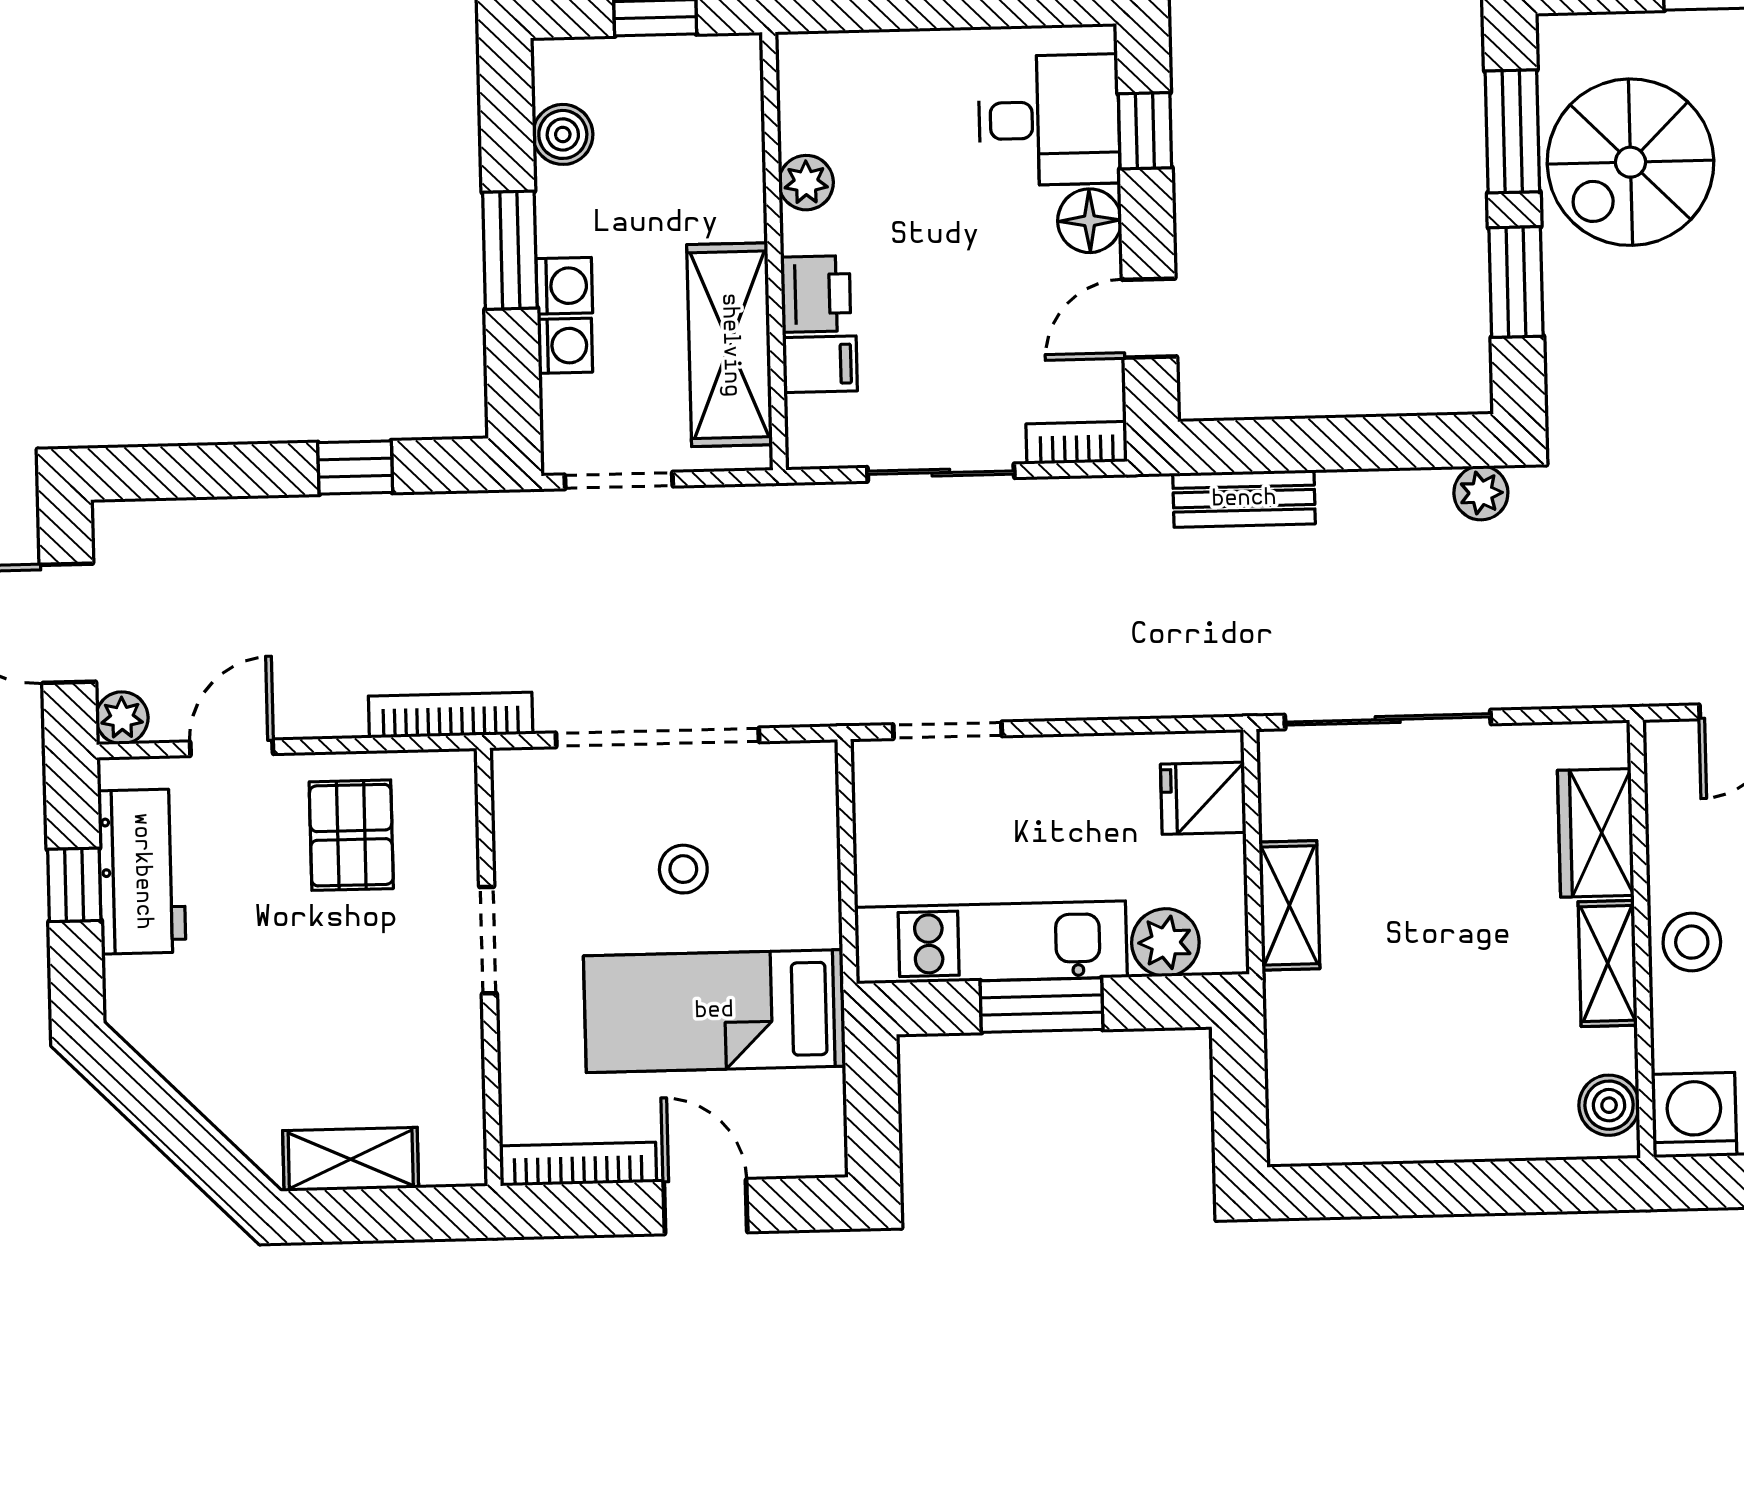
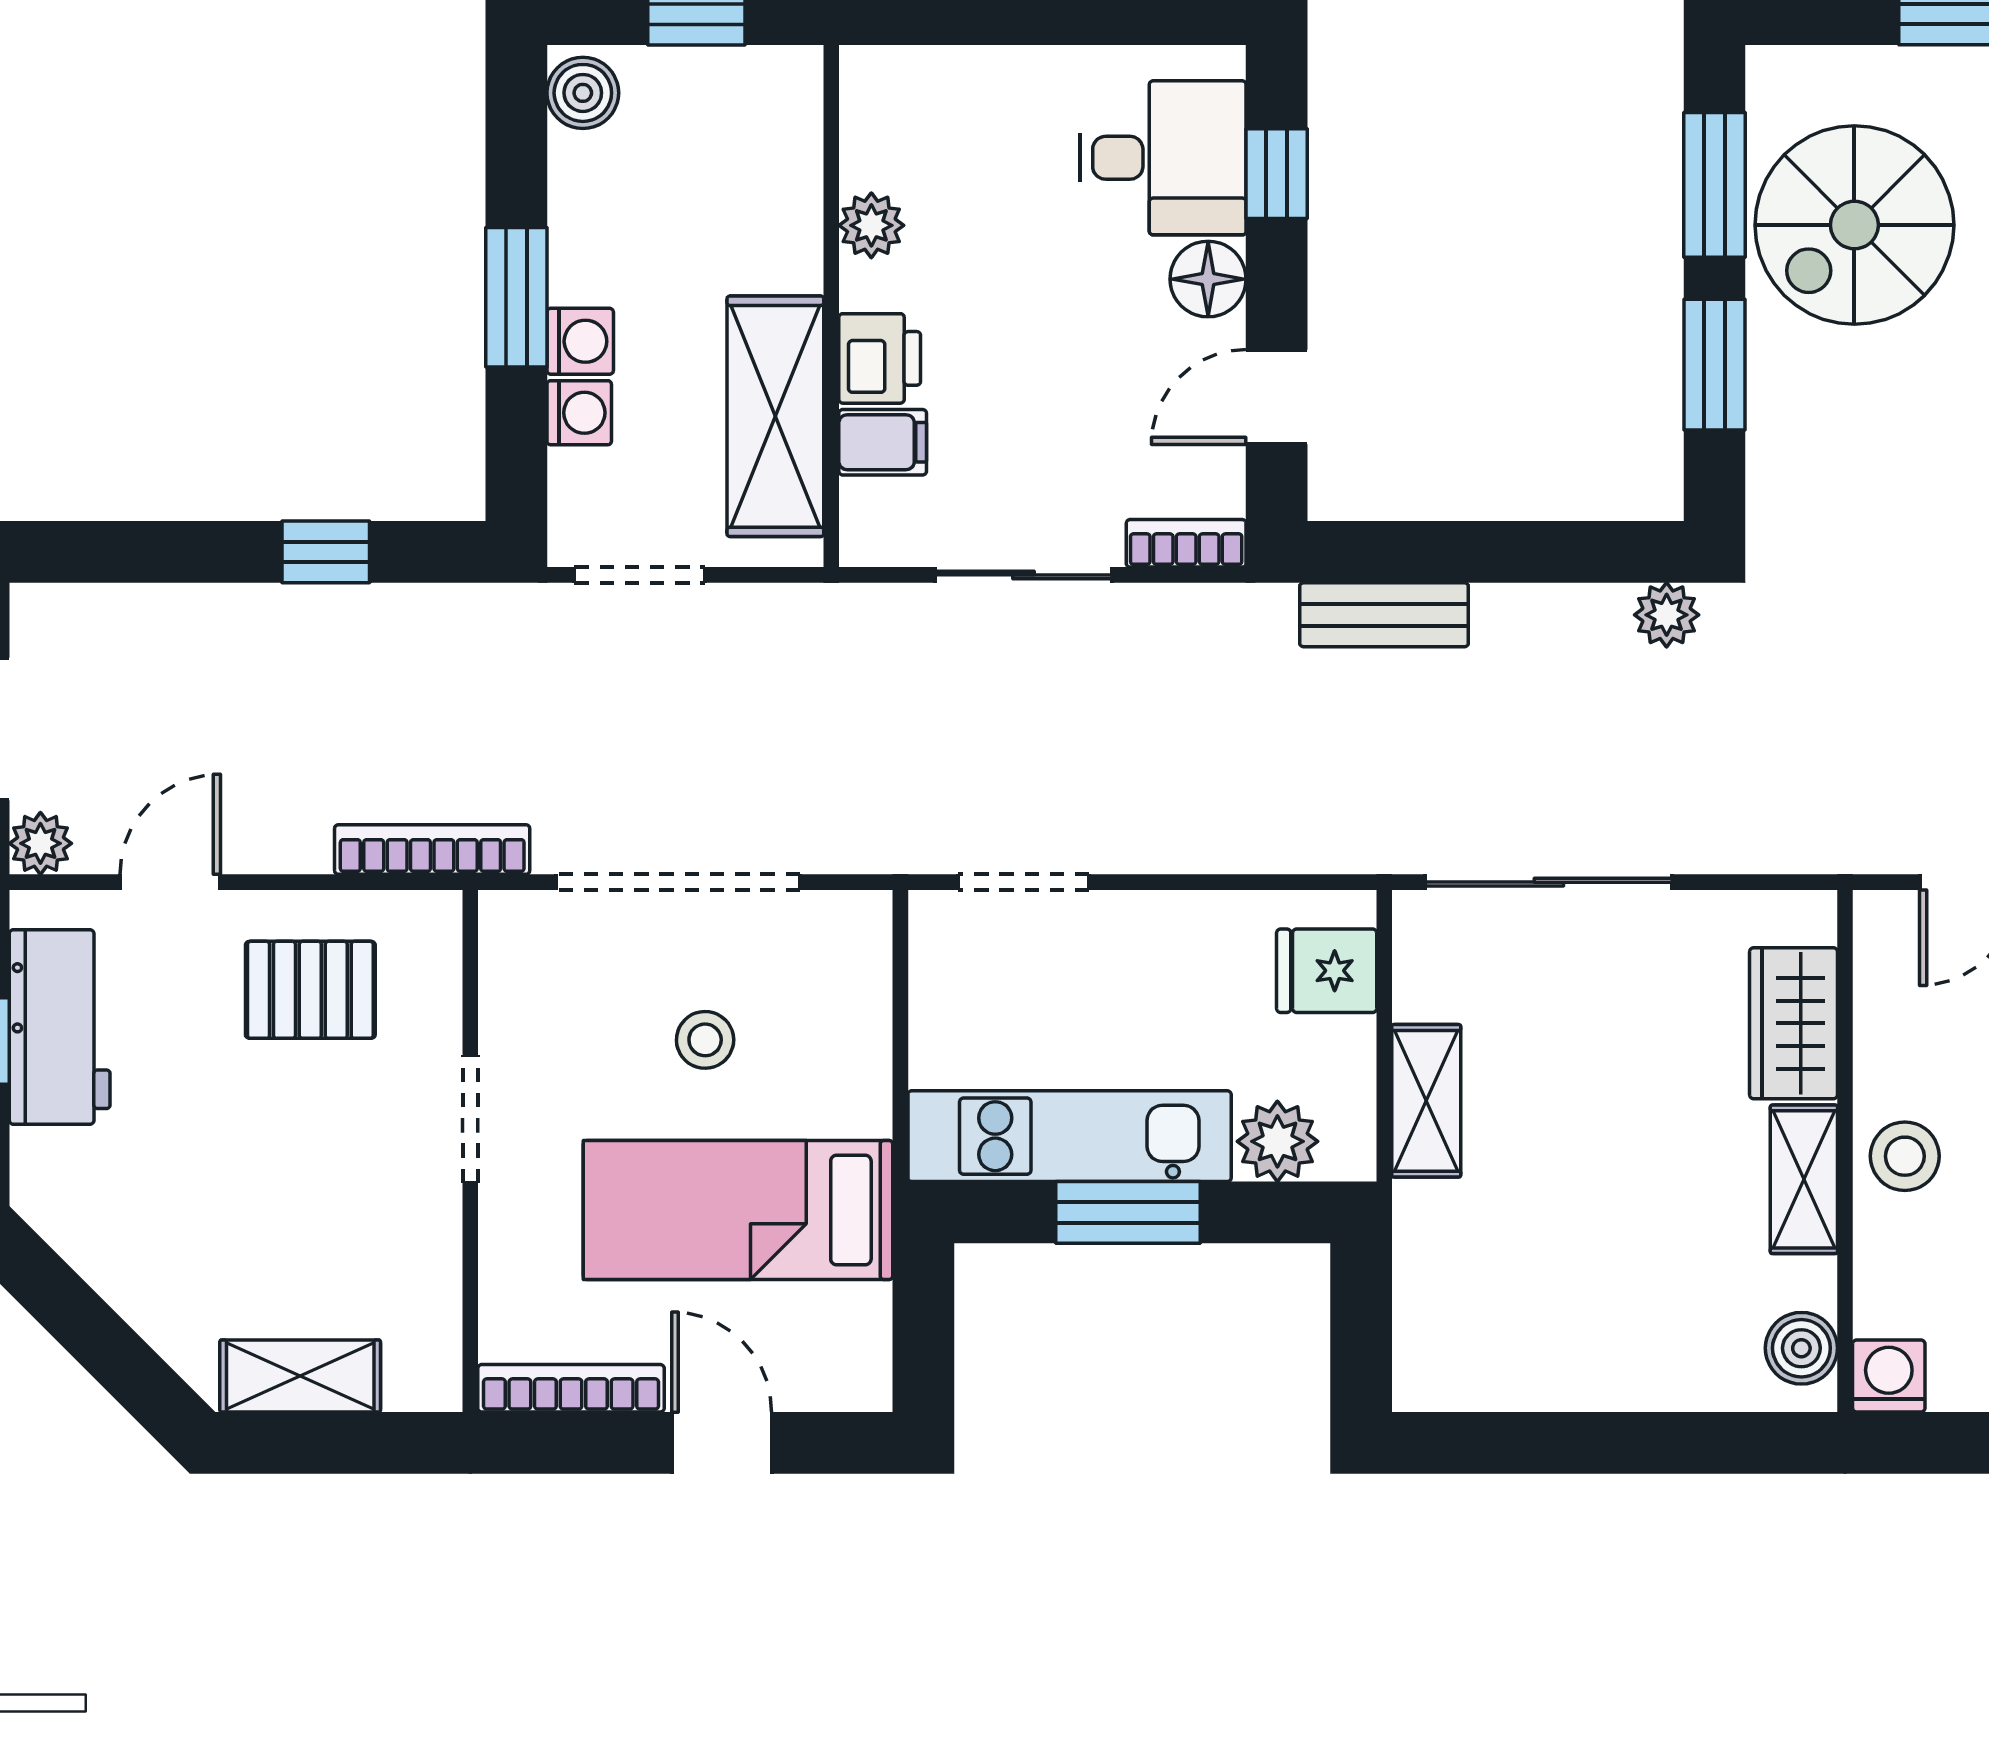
boiler: (563, 134) -> (583, 93), moved
pallet: (351, 835) -> (310, 990), turned 90
washing machine: (1694, 1115) -> (1889, 1376), width x0.73, depth x0.73

